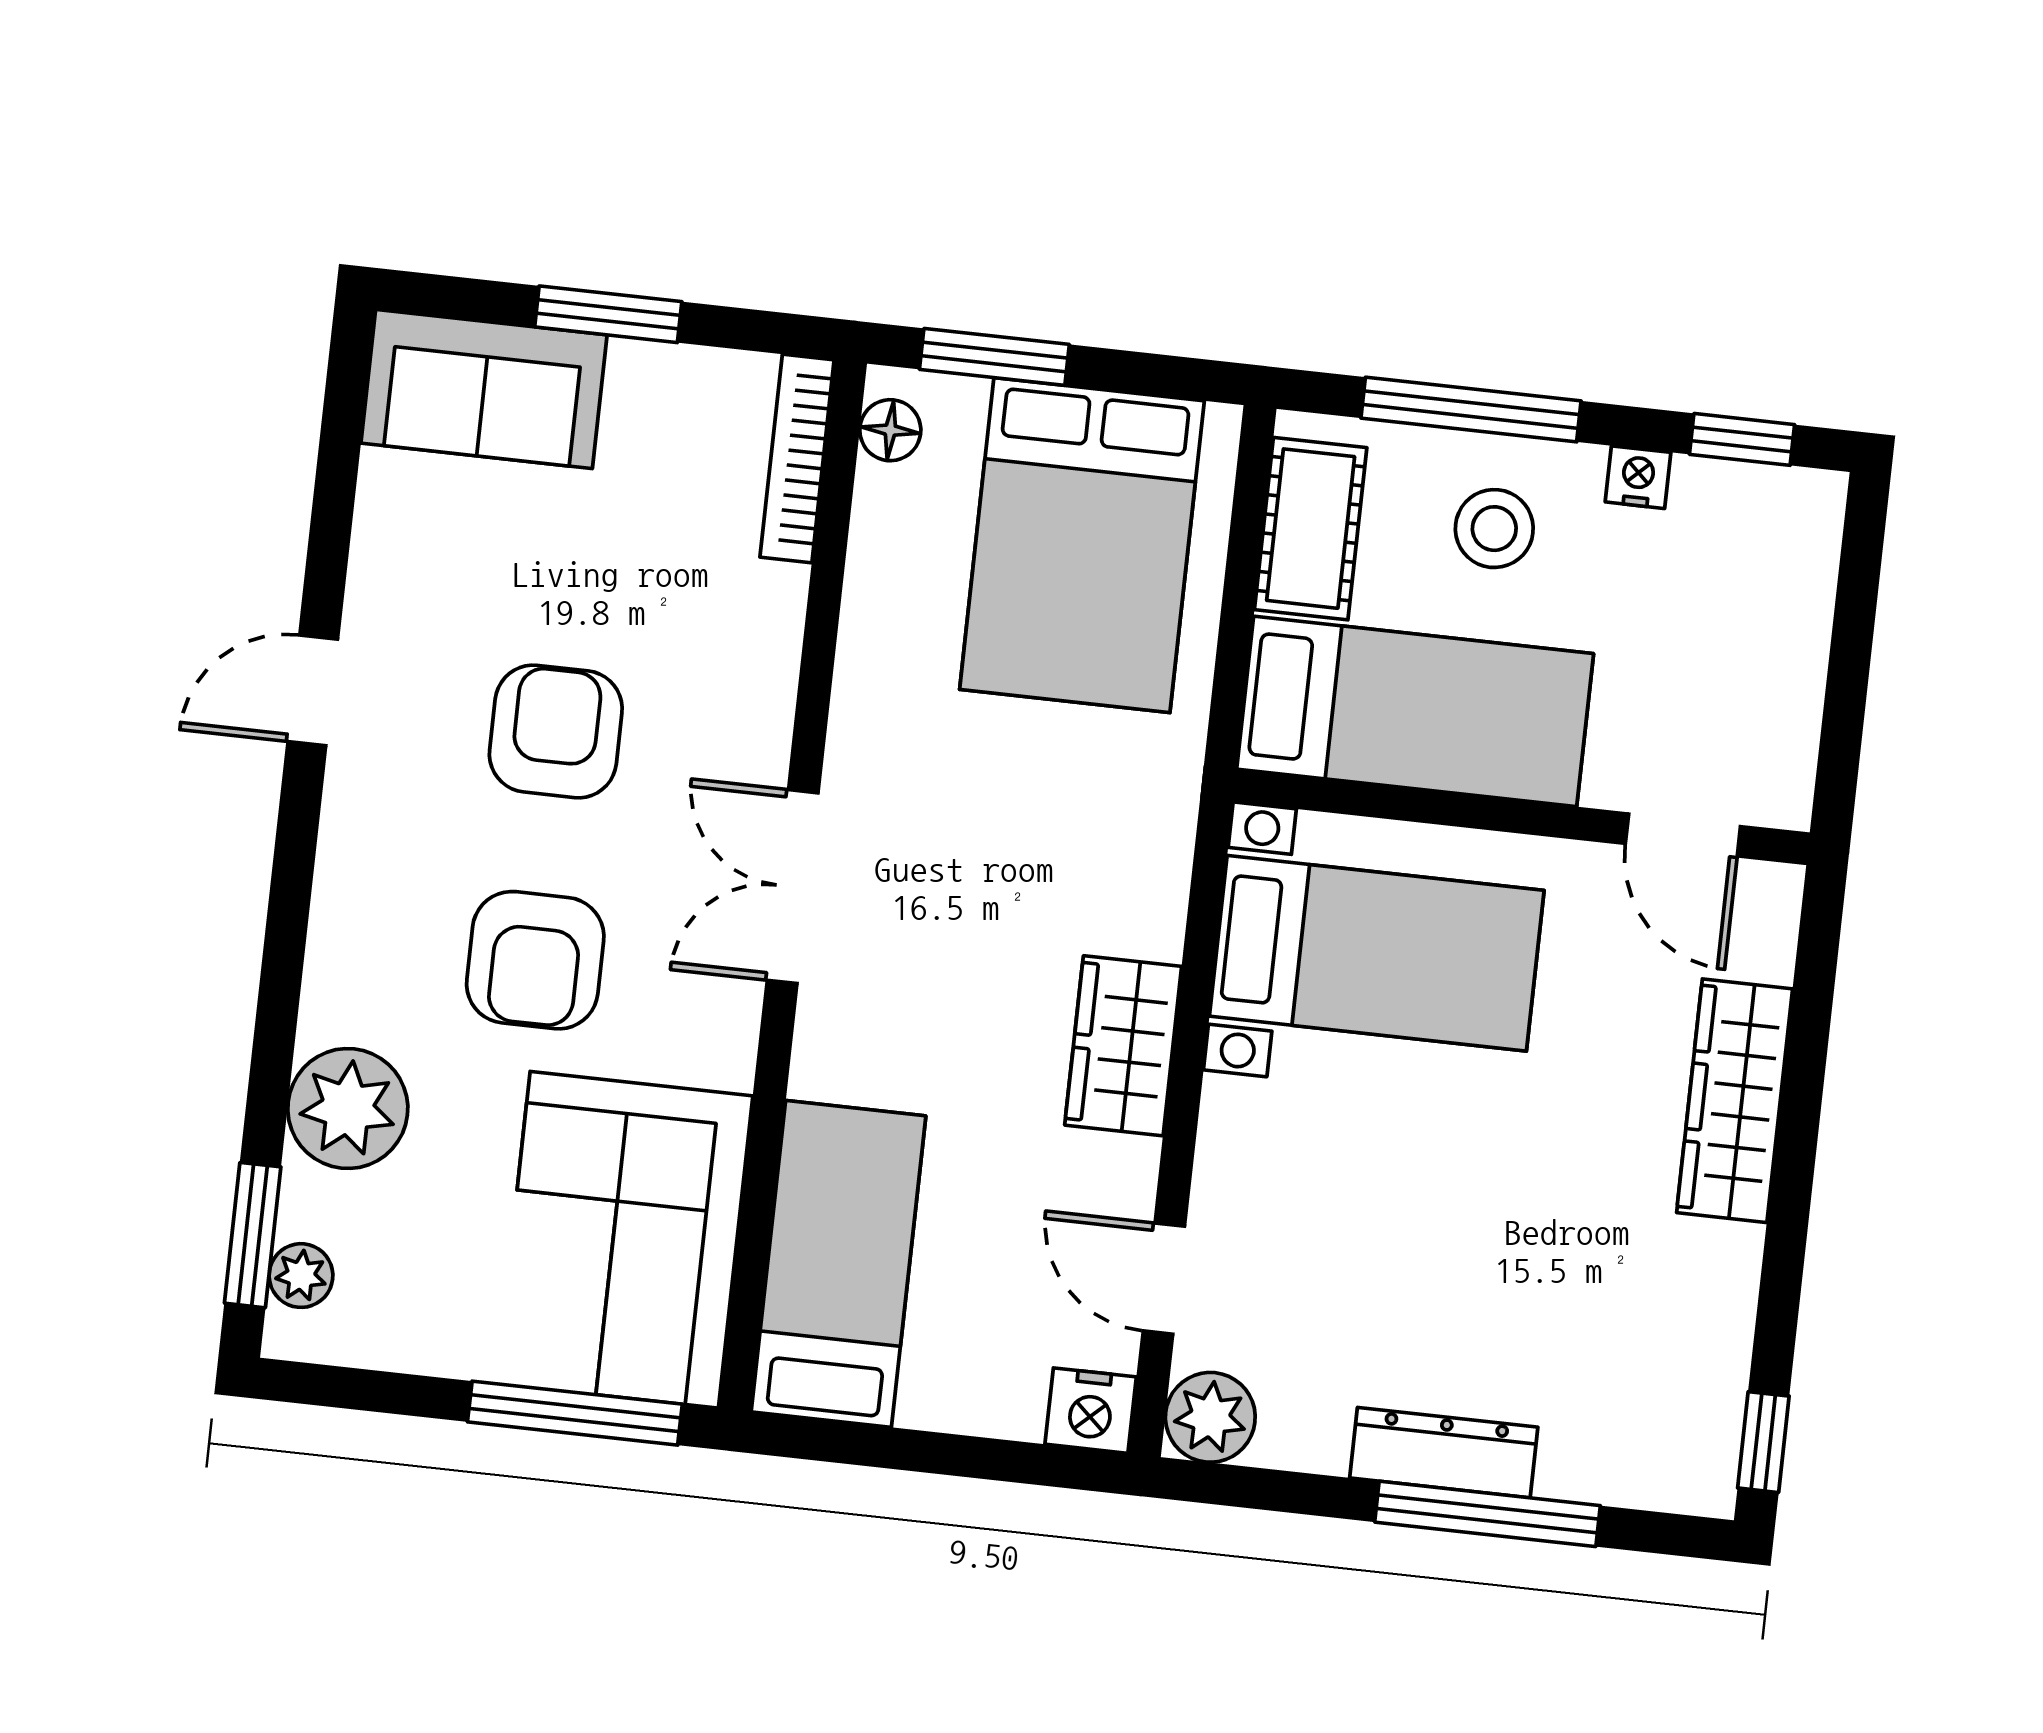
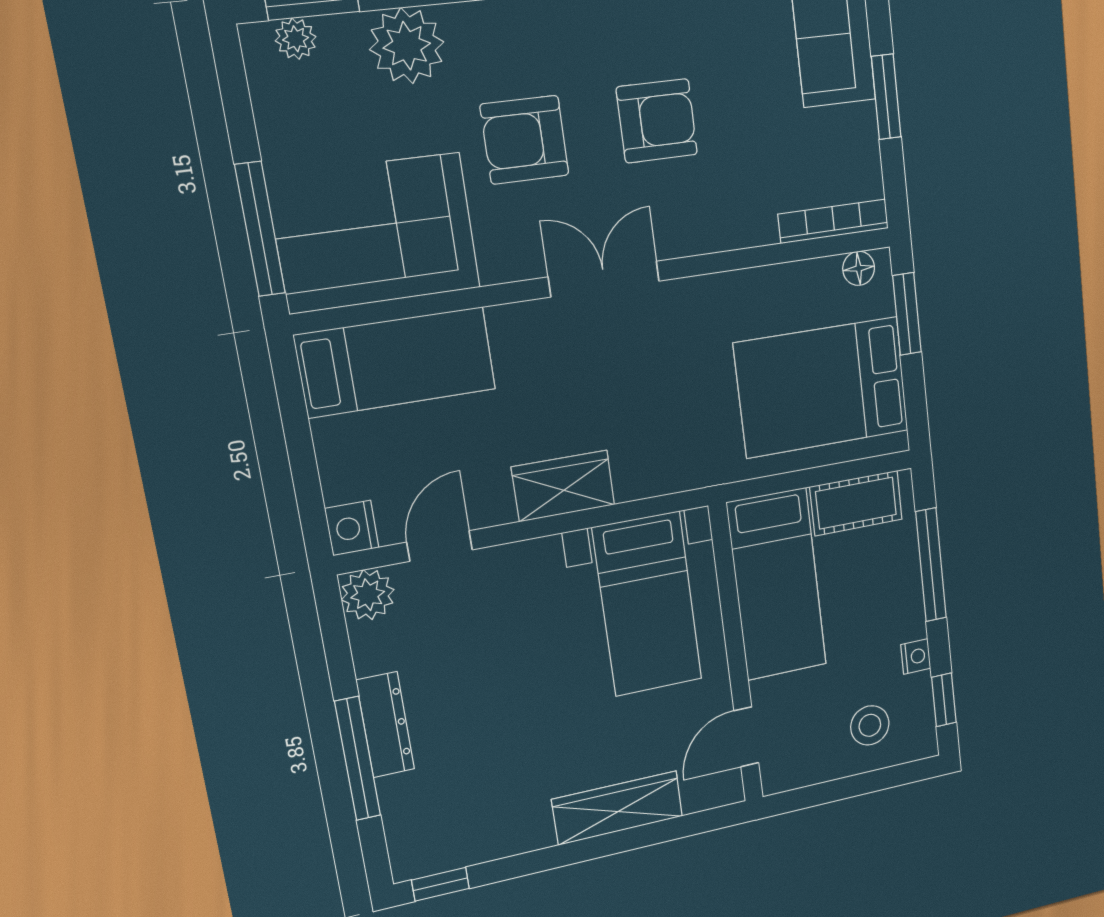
stool: (1494, 529) -> (870, 725), moved

